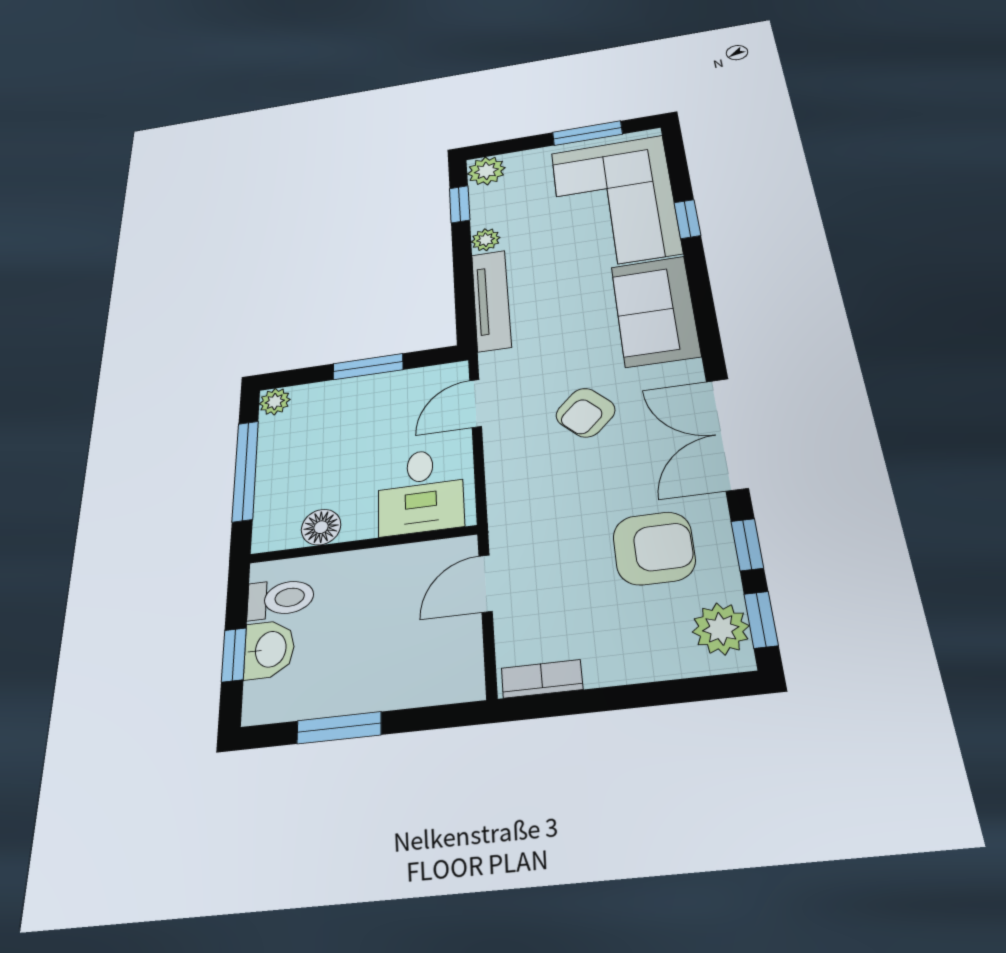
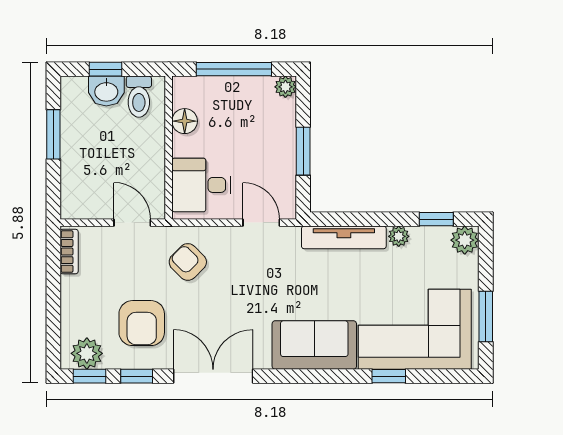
armchair: (585, 413) -> (188, 262), moved

